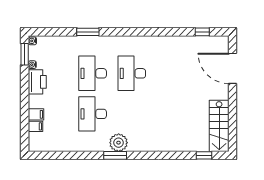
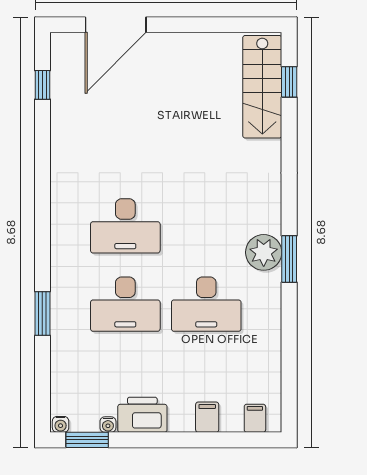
filing cabinet: (35, 126) -> (255, 418), moved
stairs: (219, 126) -> (262, 87), moved, turned 90

